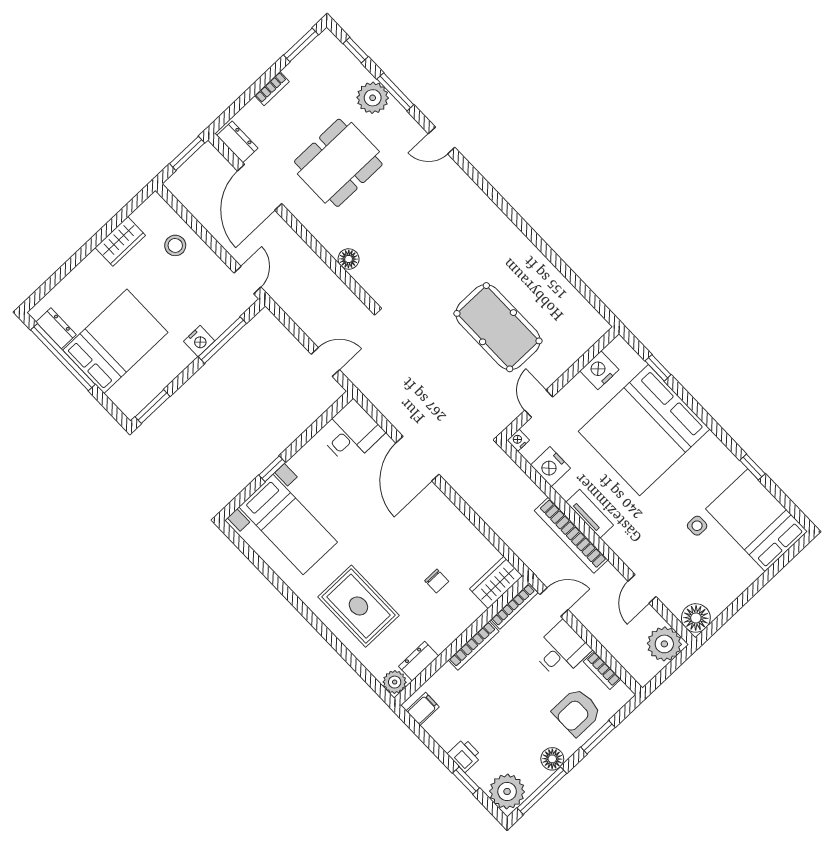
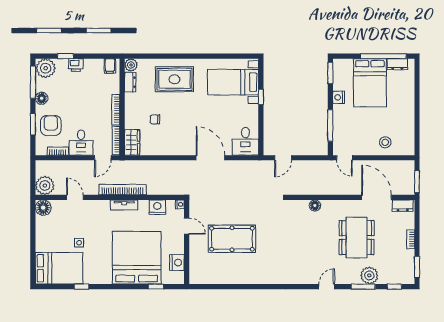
wardrobe: (120, 241) -> (407, 122), removed
nightstand: (199, 341) -> (339, 97), moved

